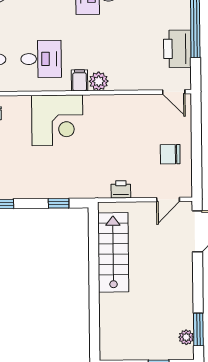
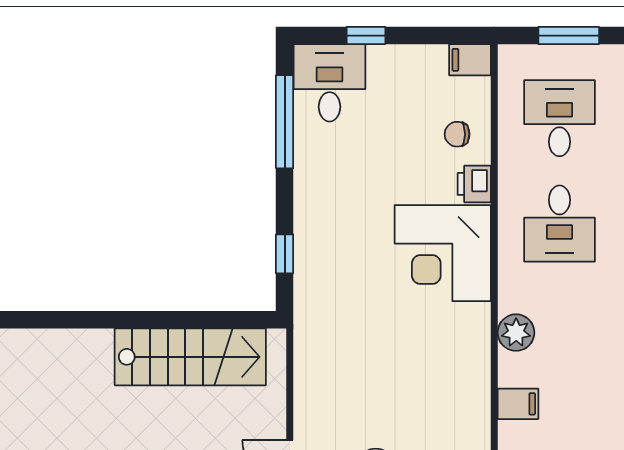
filing cabinet: (80, 80) -> (518, 404), moved
printer: (121, 189) -> (474, 184), moved, turned 180

